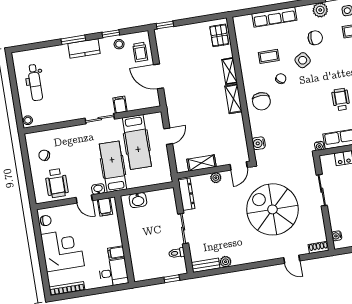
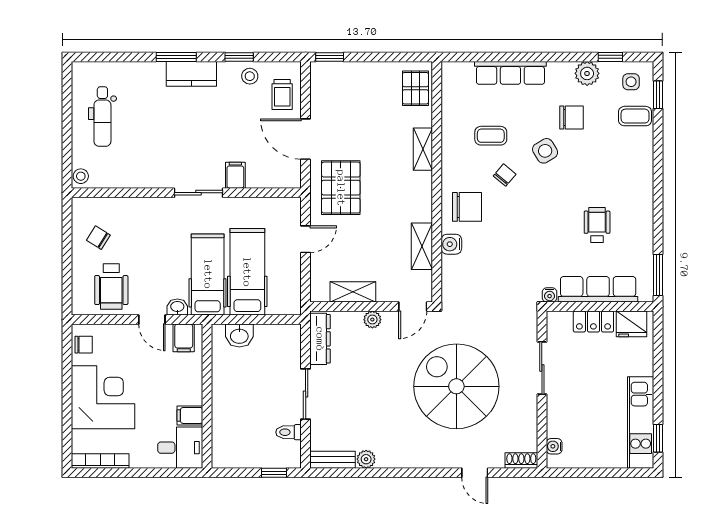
shelving: (233, 99) -> (422, 246), moved
chair: (261, 101) -> (467, 207), turned -90
pallet: (184, 102) -> (341, 188), added
hospital bed: (137, 142) -> (247, 272), moved, turned 180
water cooler: (259, 143) -> (451, 244), moved

